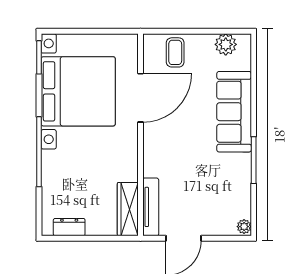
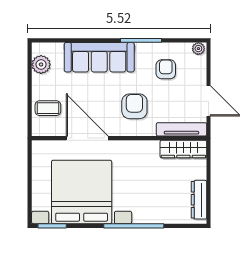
armchair: (177, 153) -> (134, 106), added
armchair: (220, 189) -> (166, 69), added
dresser: (69, 227) -> (199, 200), width x1.44

